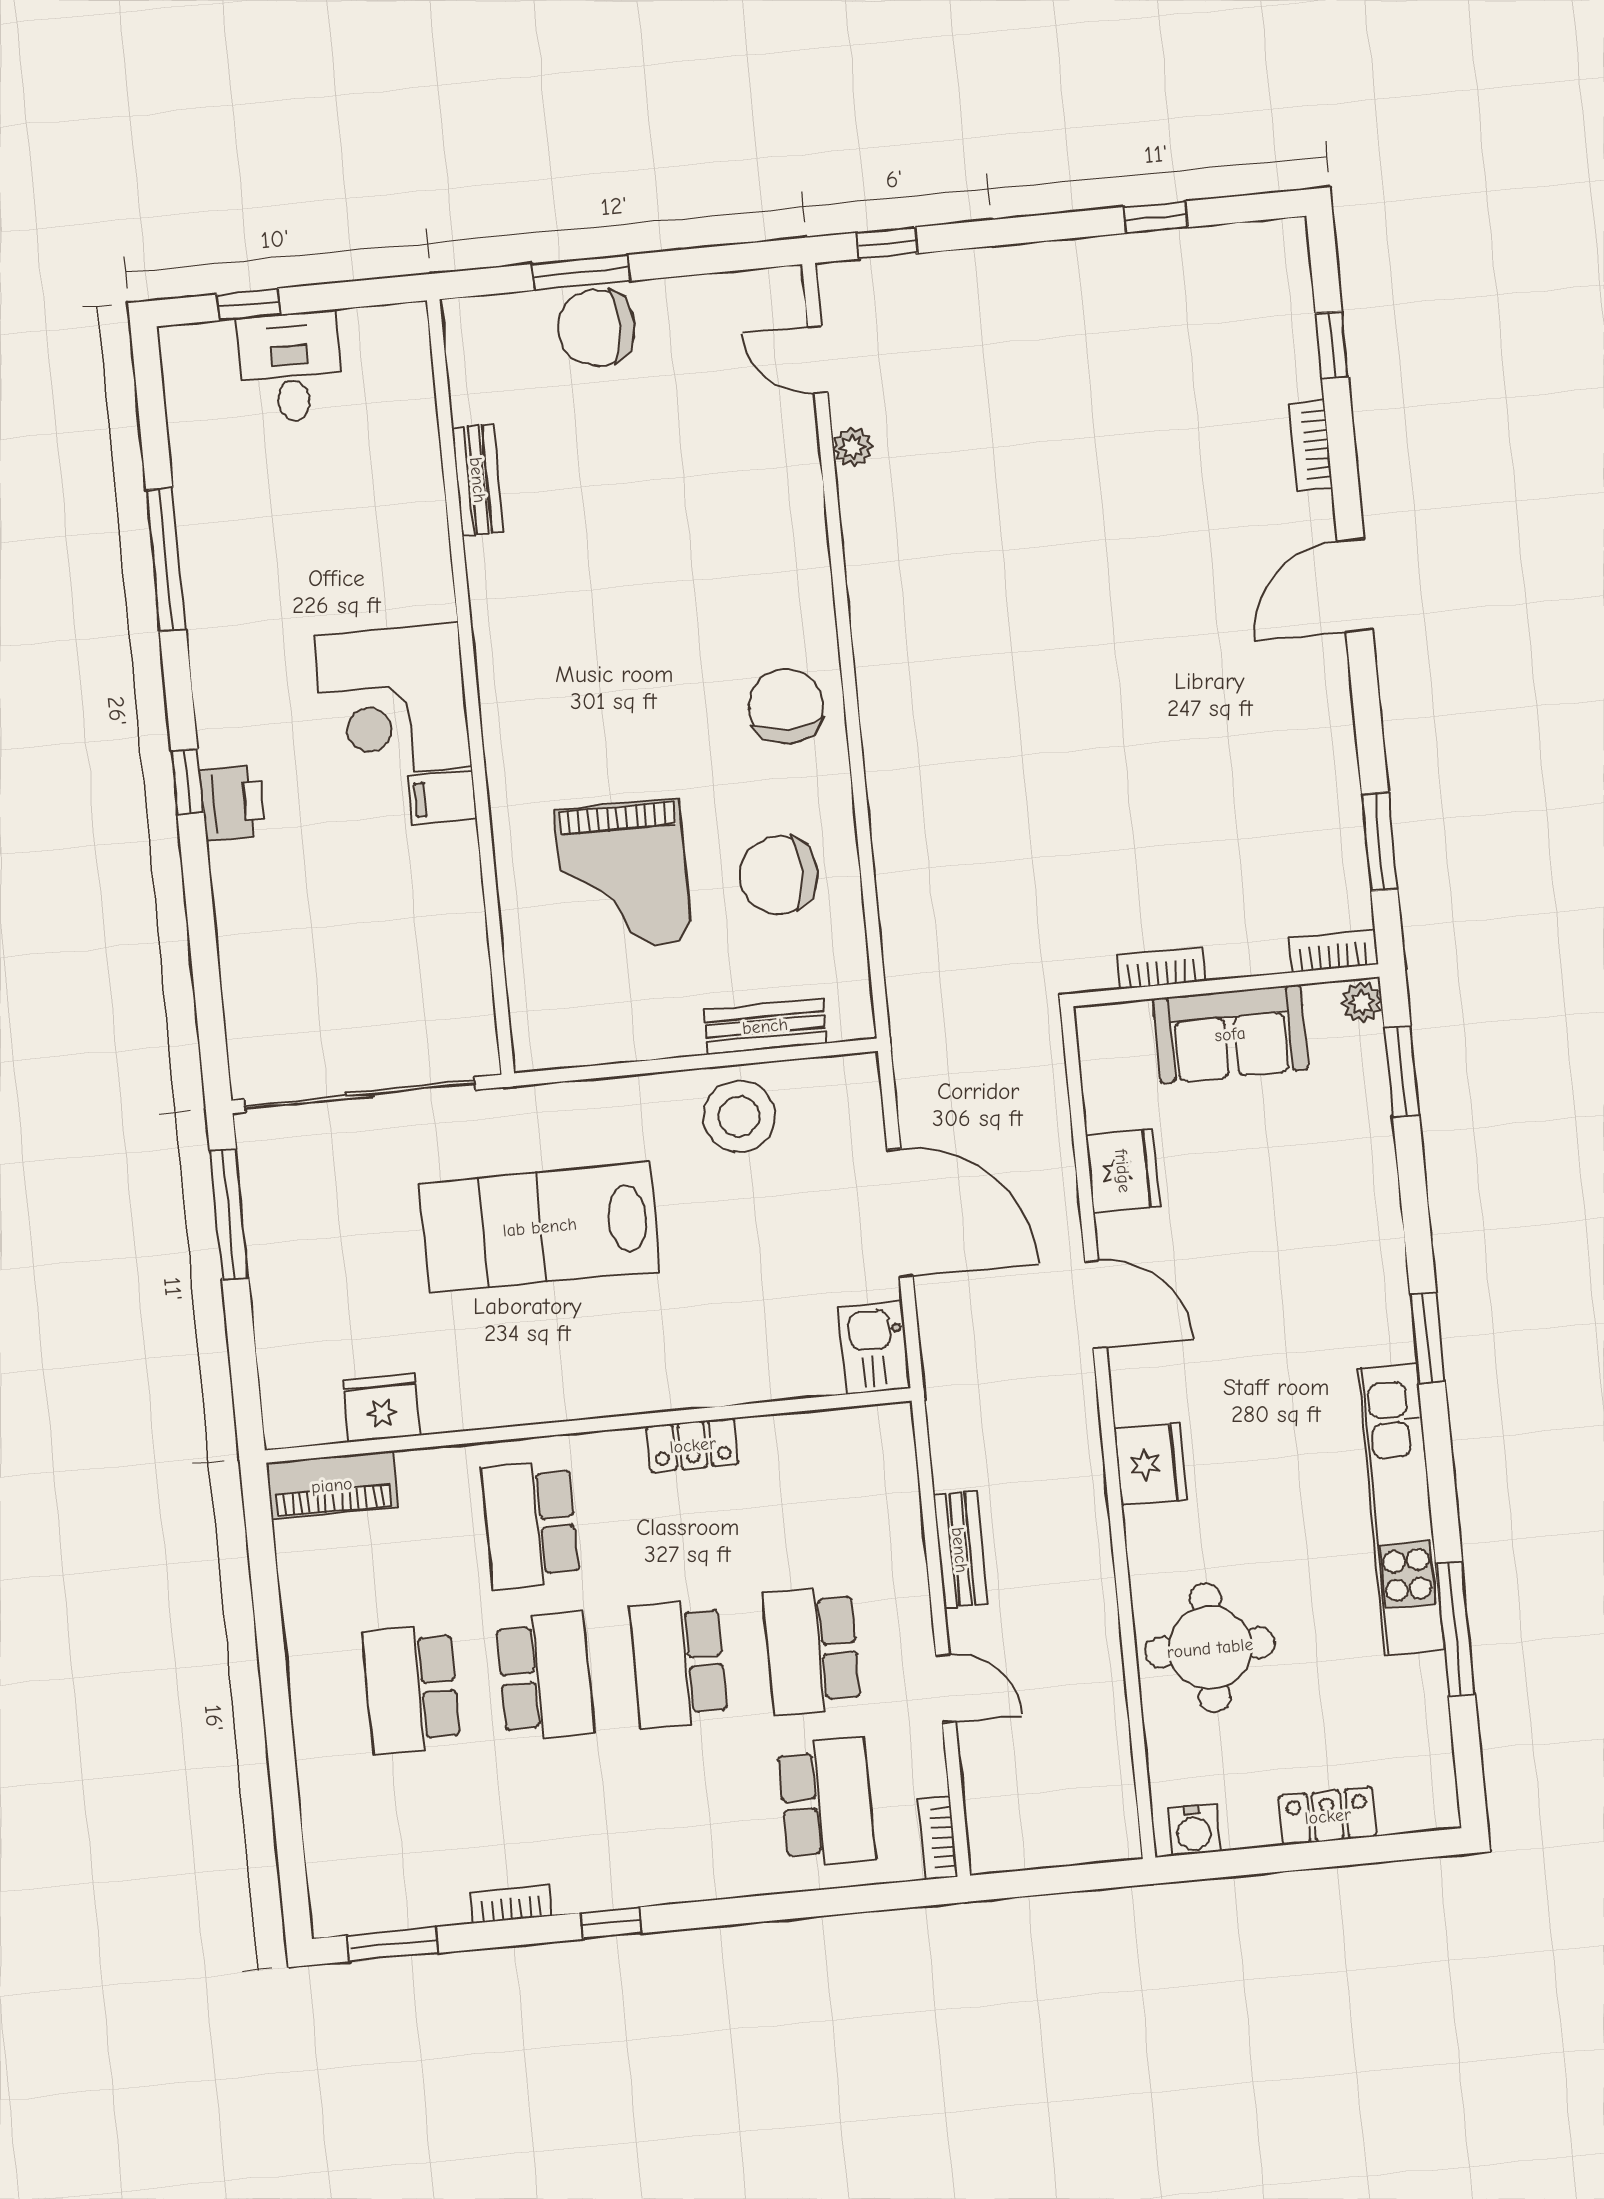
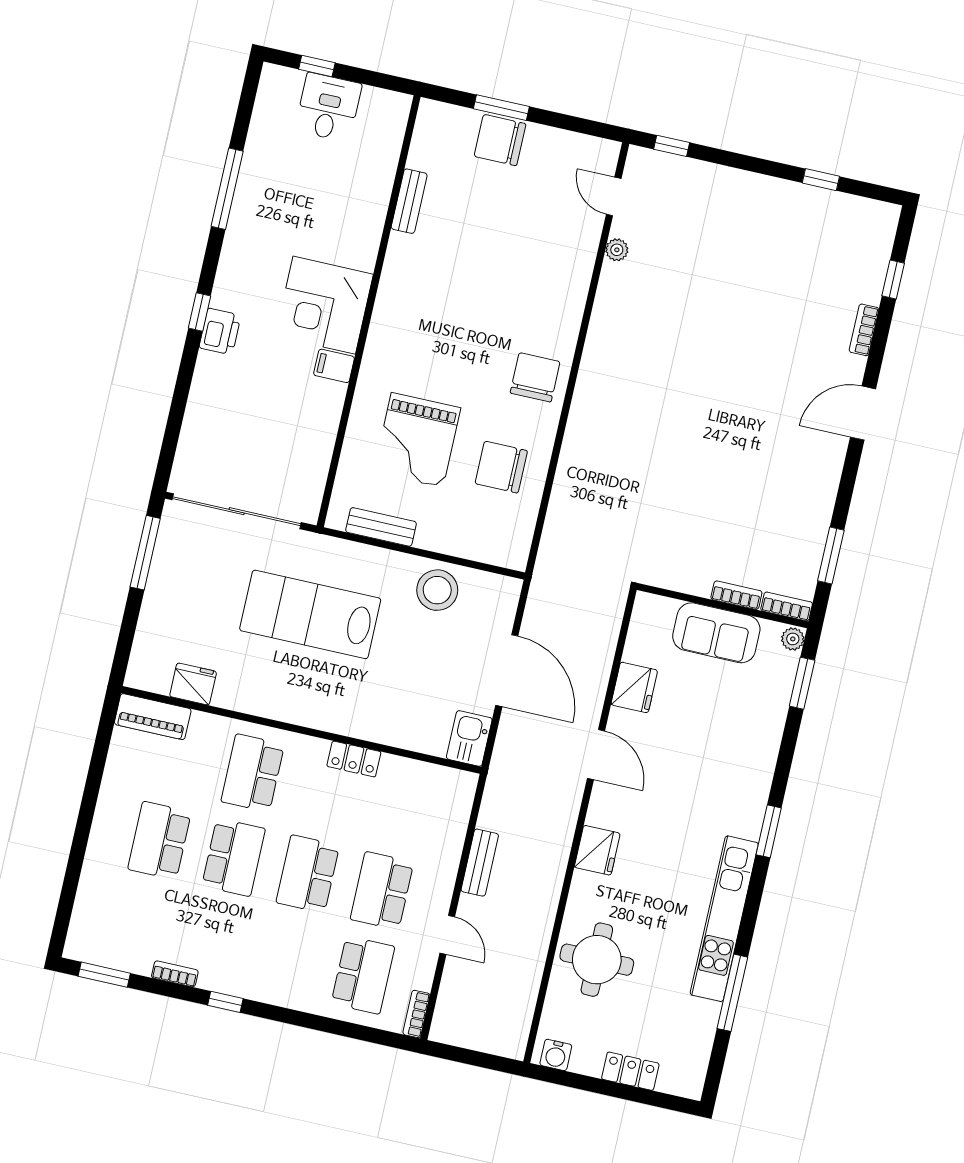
bookcase: (1161, 968) -> (736, 595), moved
bench: (765, 1026) -> (381, 527), moved

